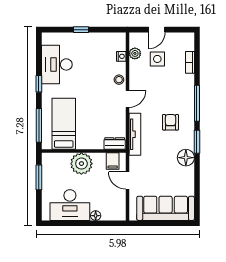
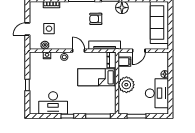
door: (157, 30) -> (27, 29), swing flipped
bed: (64, 124) -> (97, 77), moved

